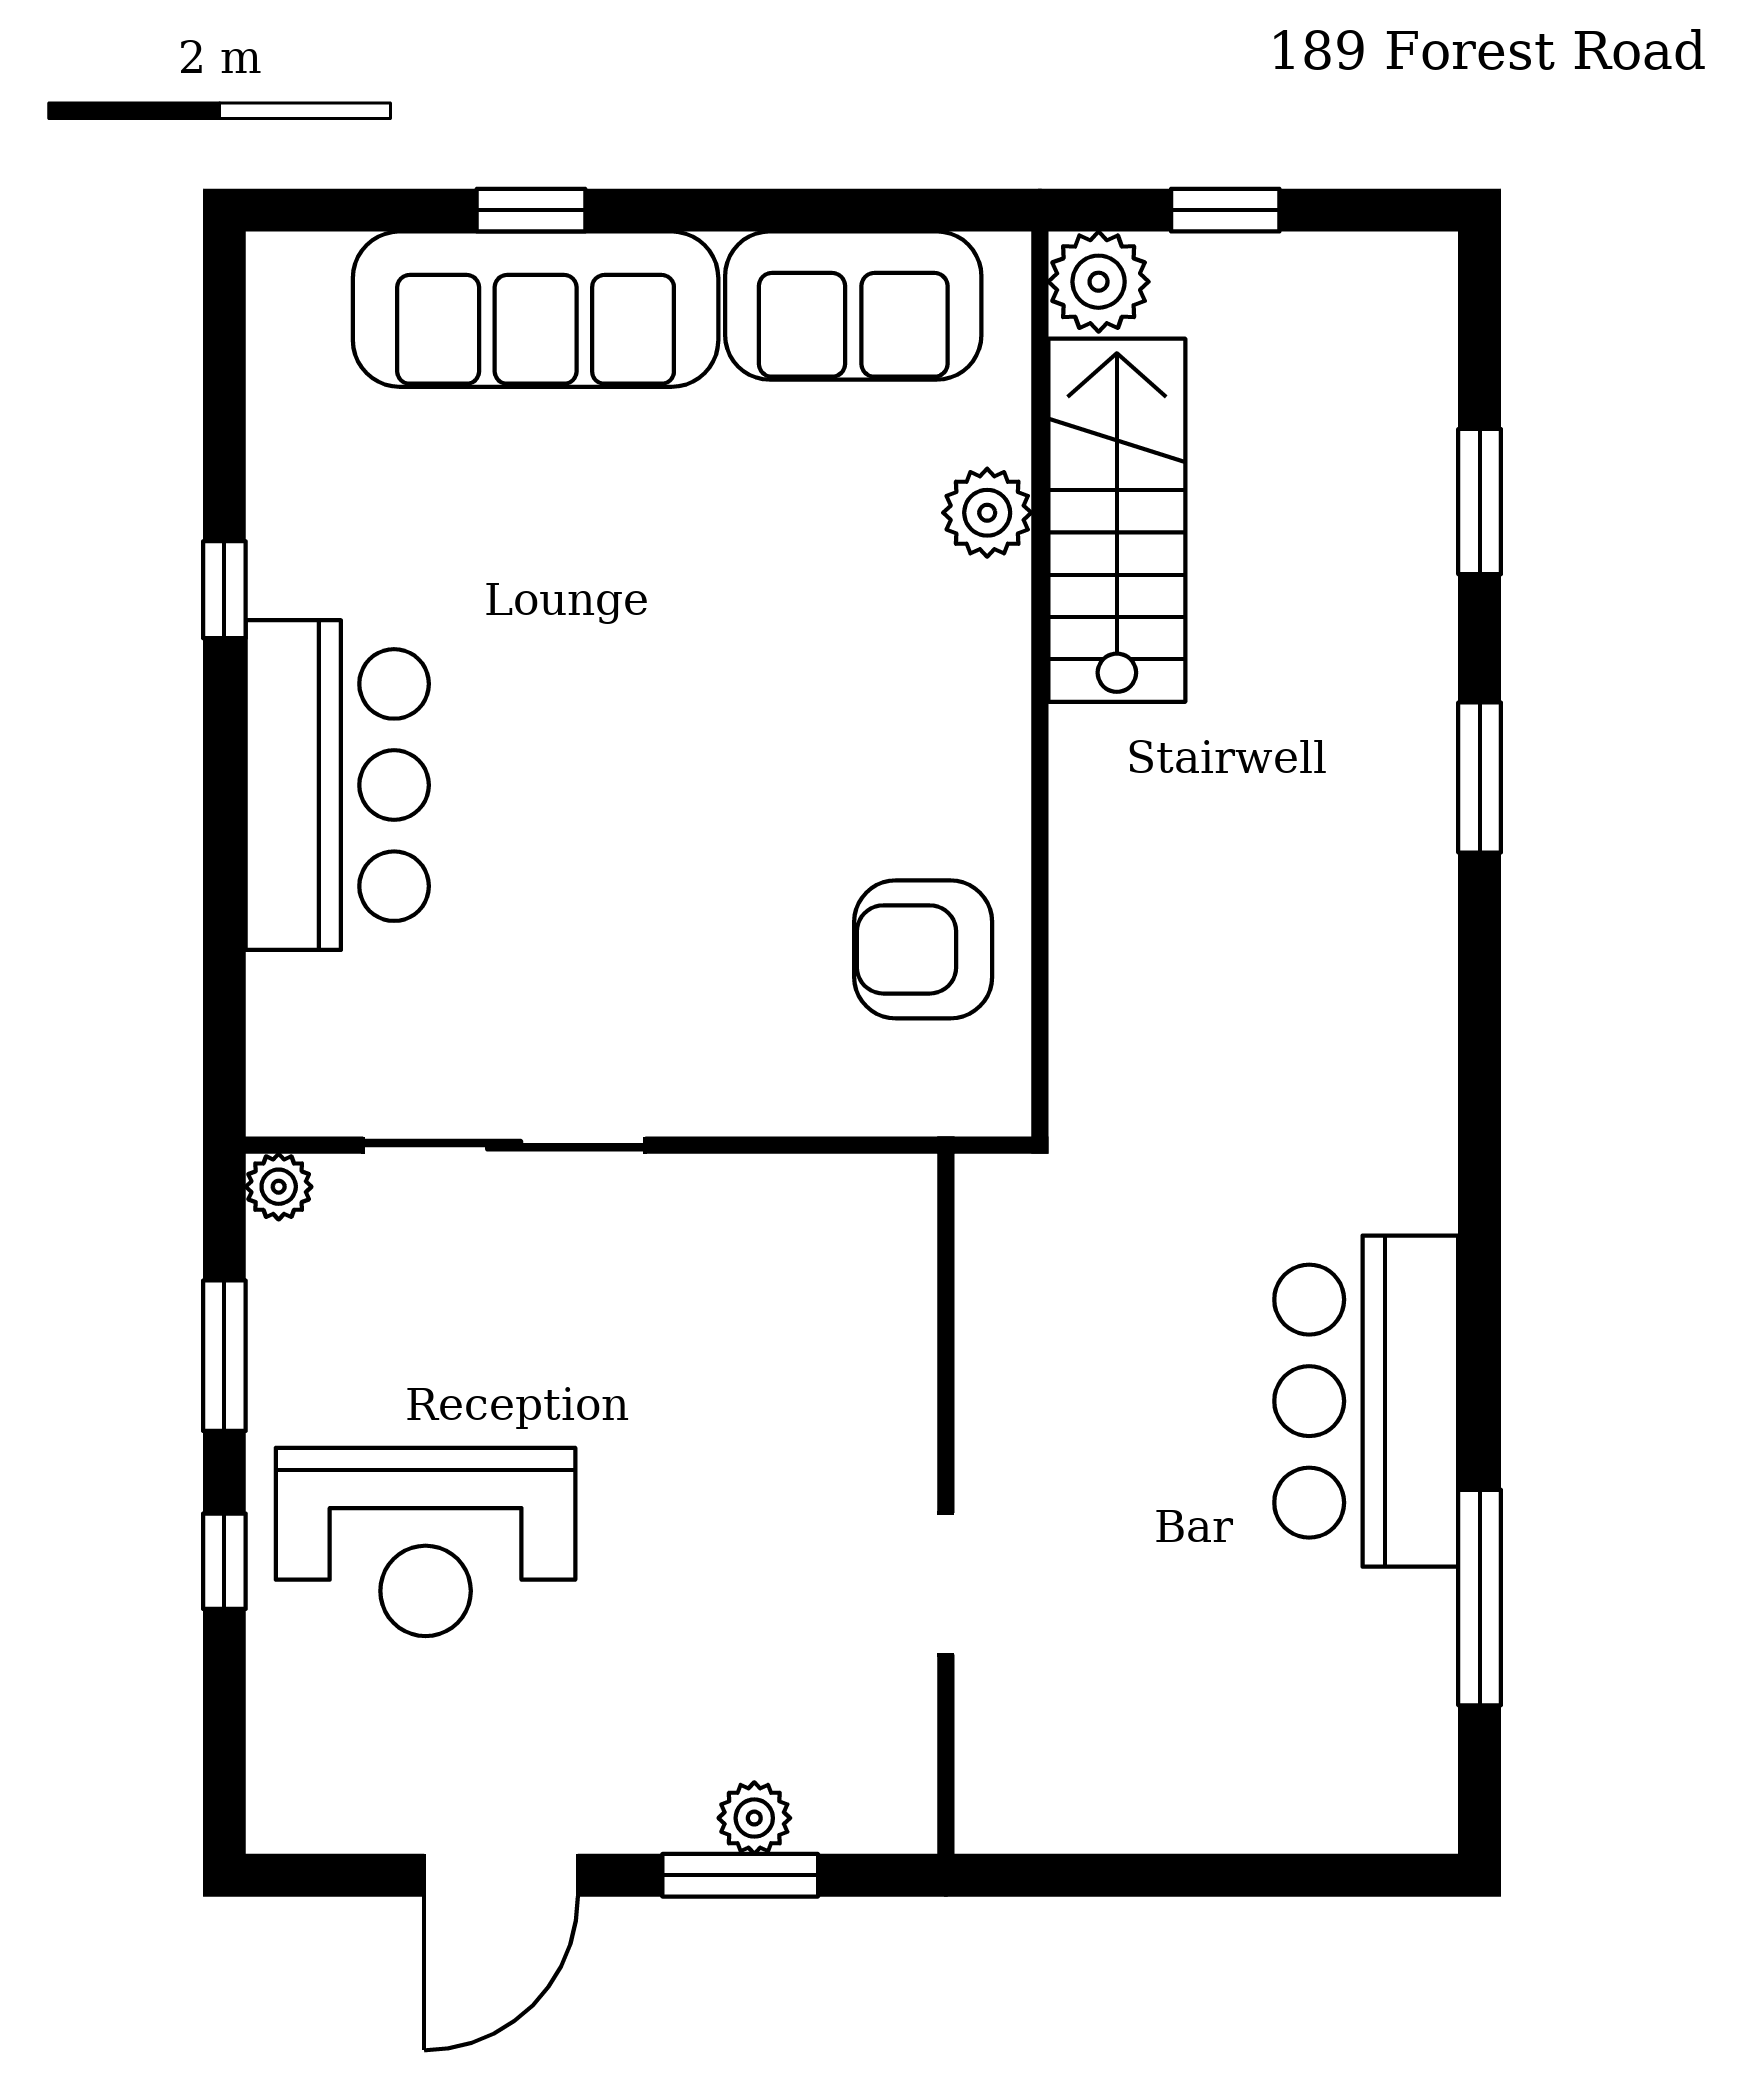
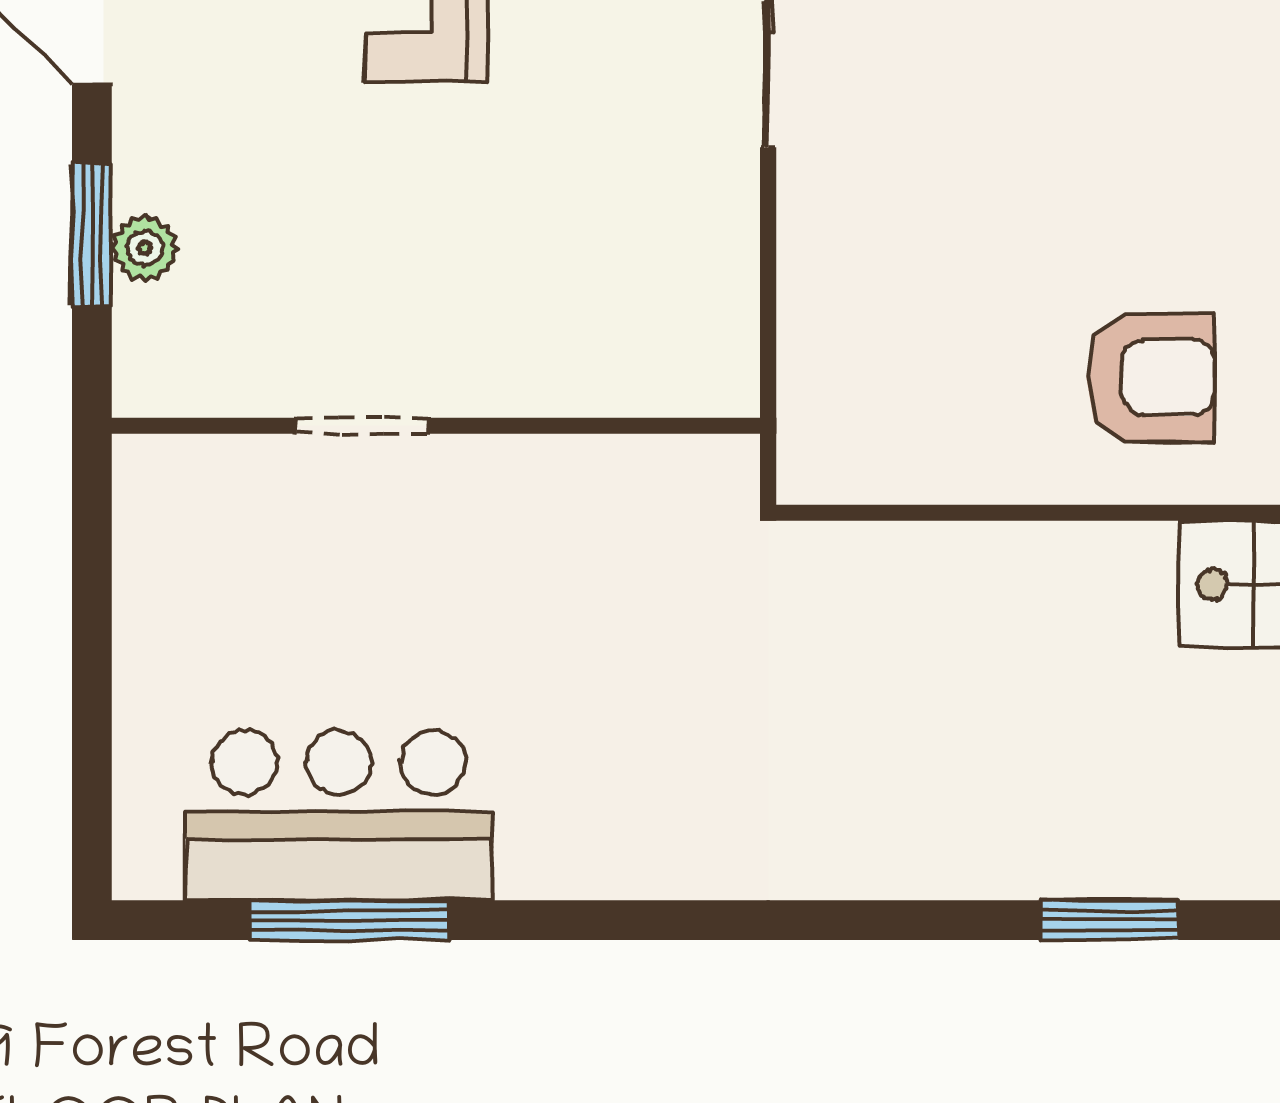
armchair: (923, 949) -> (1150, 377), moved, turned 90
bar counter: (1366, 1401) -> (339, 815), moved

